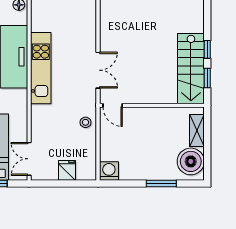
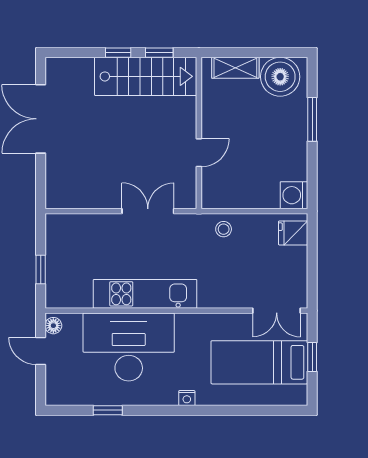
door: (113, 105) -> (199, 153), moved
fridge: (67, 170) -> (293, 233), moved

